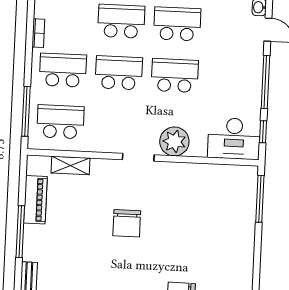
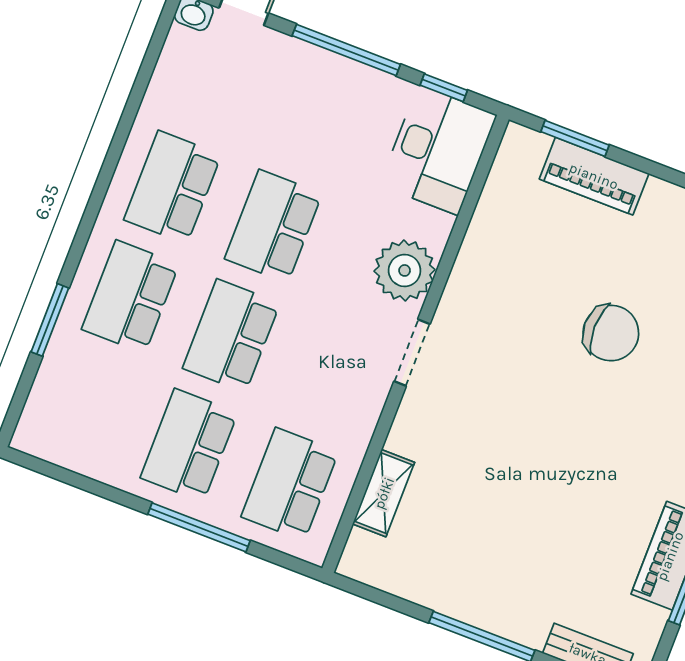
bookcase: (38, 33) -> (99, 469), removed
window: (26, 111) -> (199, 527), moved
window: (260, 199) -> (575, 138), width x0.69
piano: (35, 200) -> (594, 176), moved, turned 180
chair: (127, 223) -> (611, 333), moved

